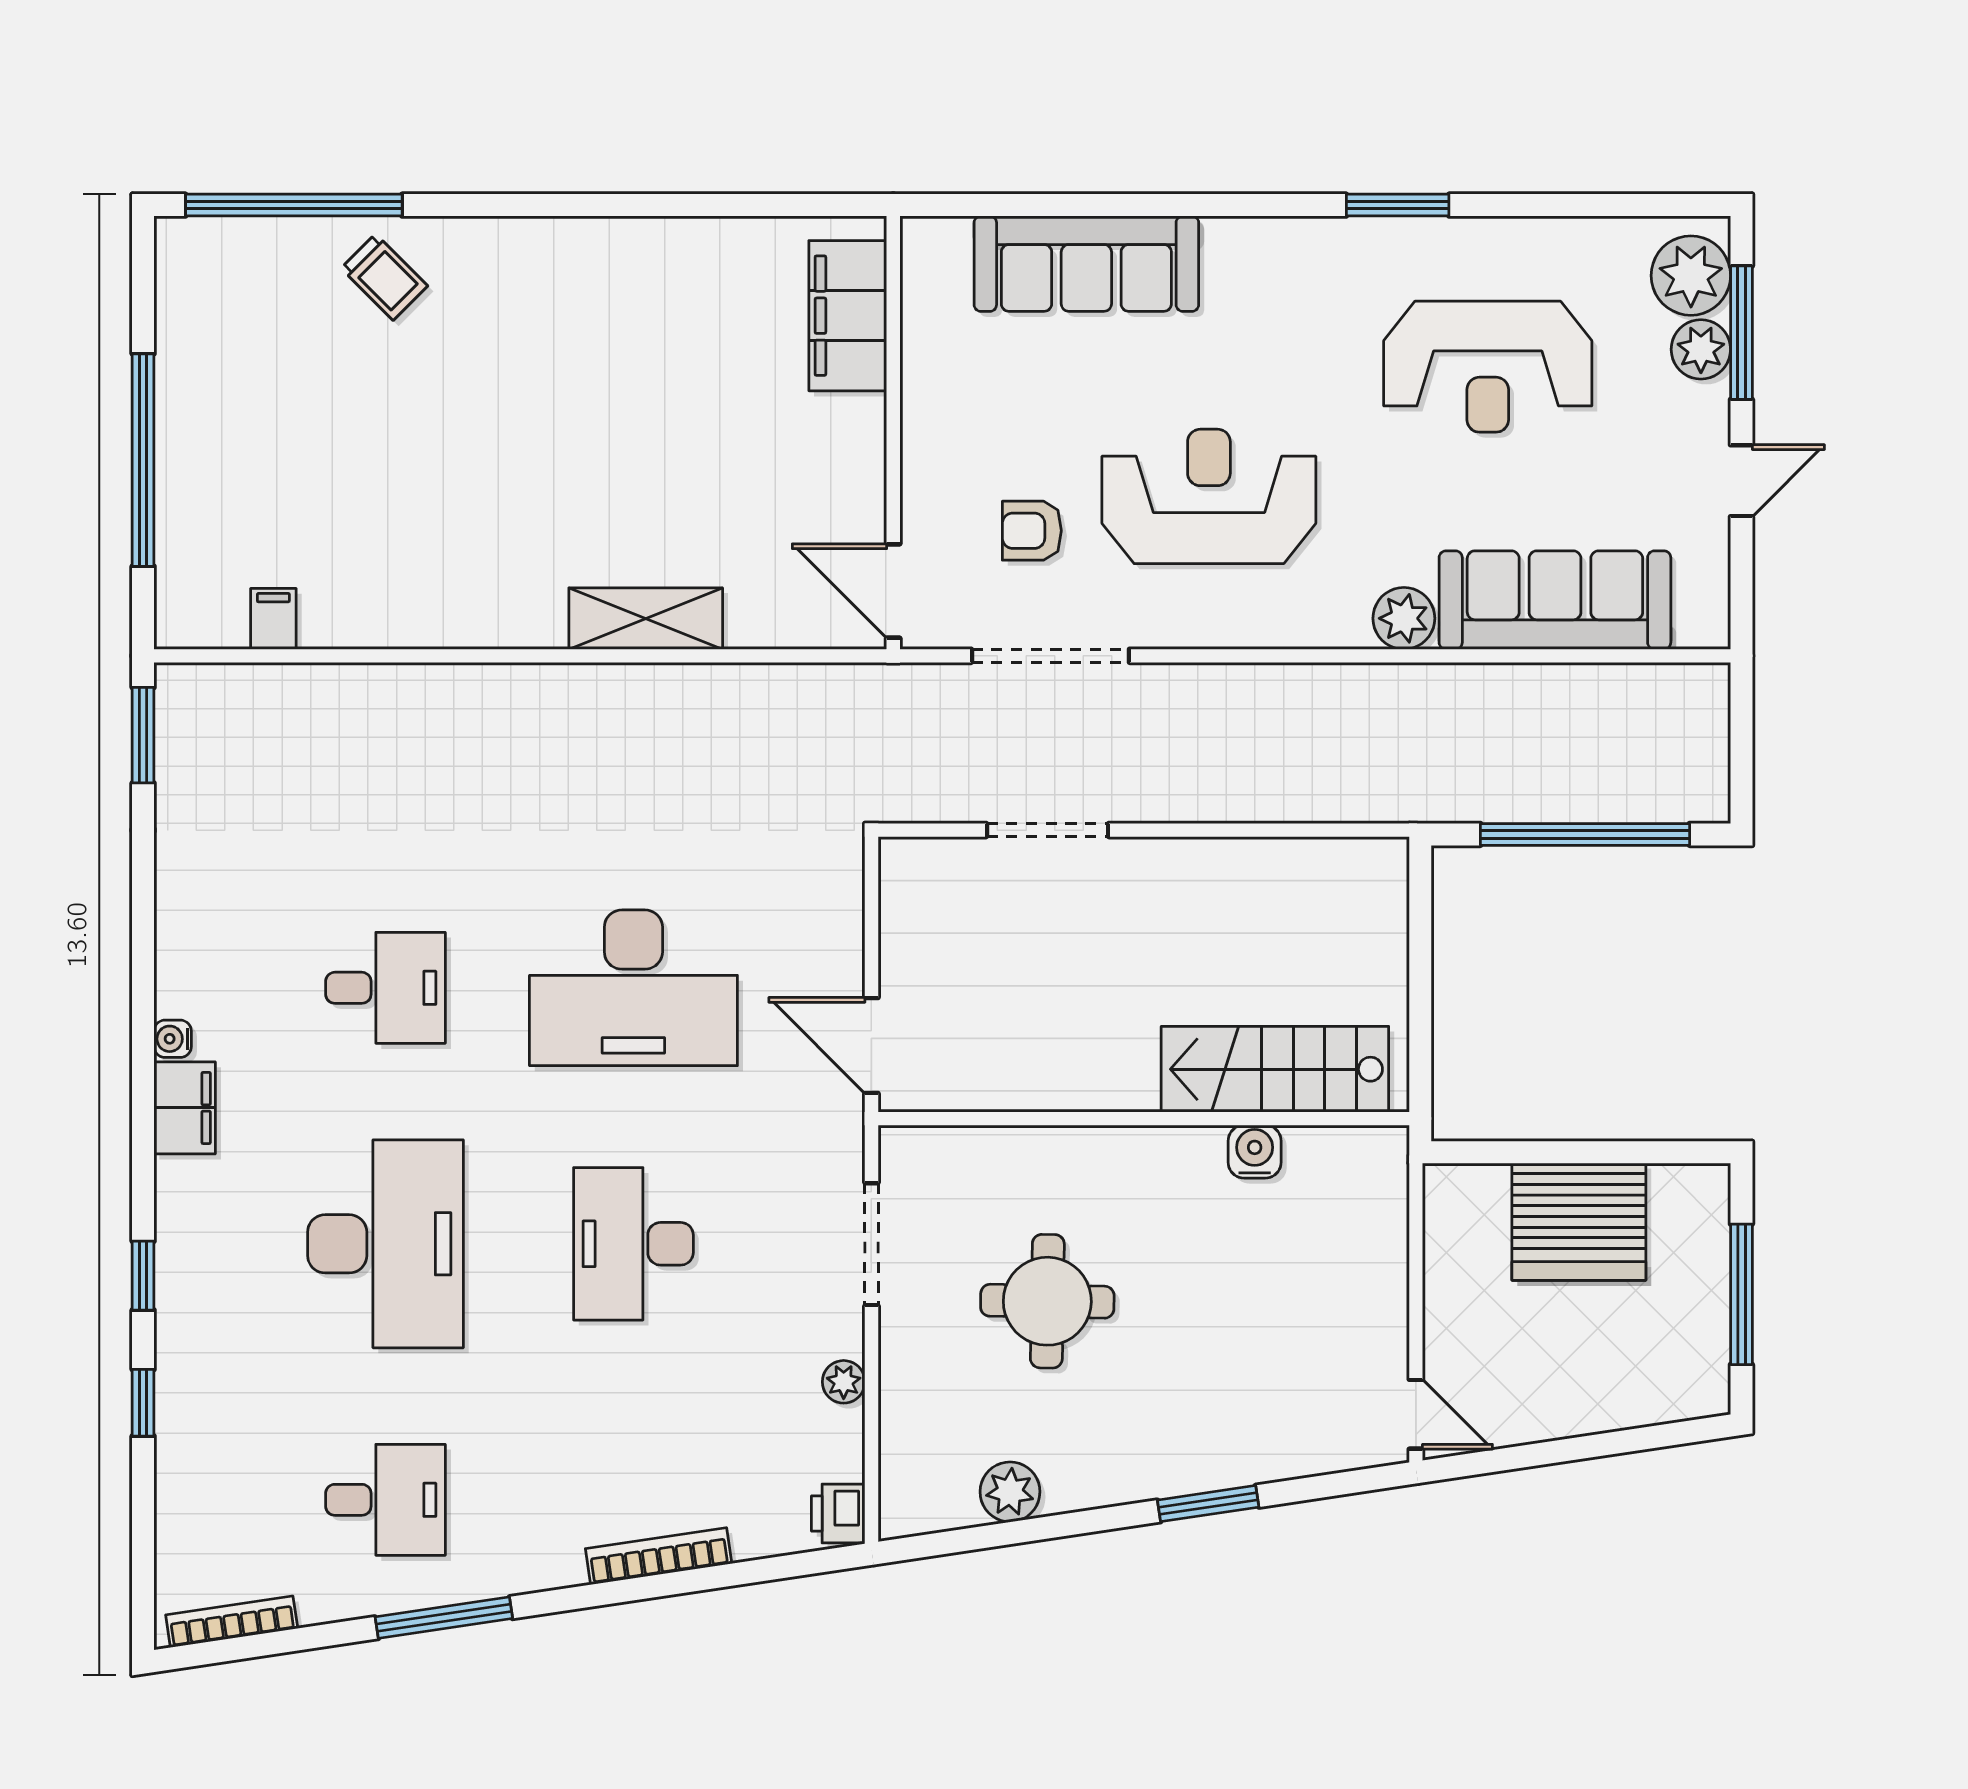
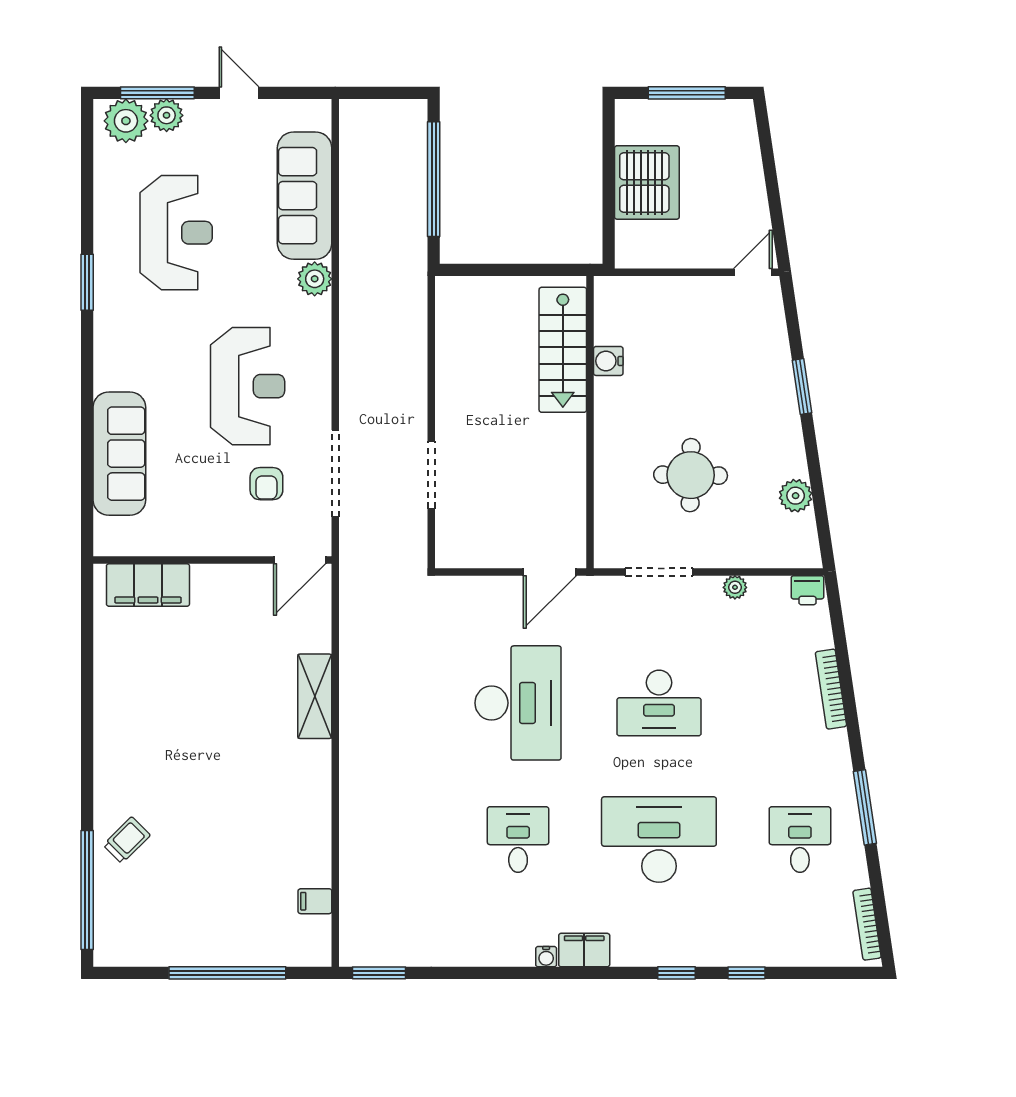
reception desk: (1209, 496) -> (248, 386), turned 180

